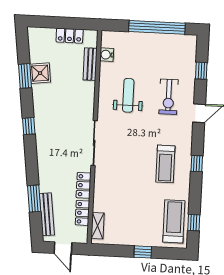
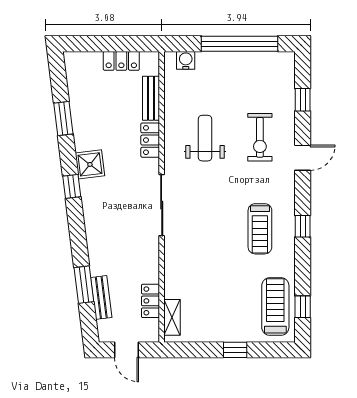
water cooler: (107, 55) -> (186, 60), moved, turned 90
shower: (40, 73) -> (90, 164), moved
locker: (84, 185) -> (150, 140), moved
bench: (47, 214) -> (101, 297), width x0.73

